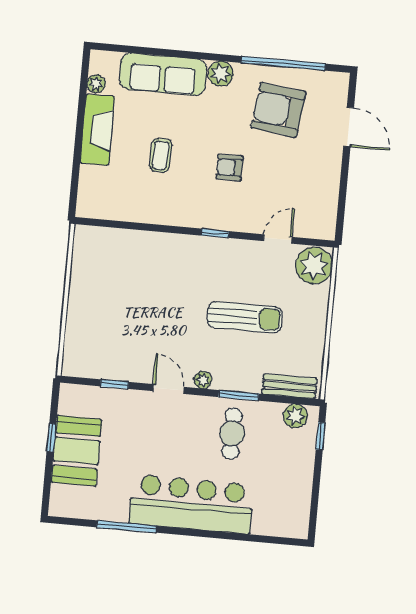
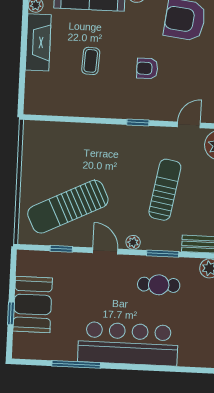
sun lounger: (245, 317) -> (165, 190), turned -80
sun lounger: (125, 333) -> (68, 207), added
cafe table: (232, 433) -> (159, 285), turned 90
window: (51, 438) -> (11, 313), moved

